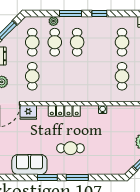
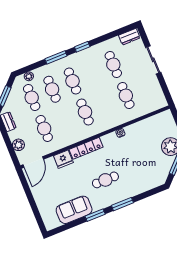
plant: (53, 21) -> (29, 76), moved
cafe table: (77, 76) -> (85, 112), added
fridge: (28, 112) -> (63, 159), moved

